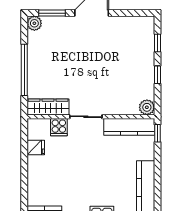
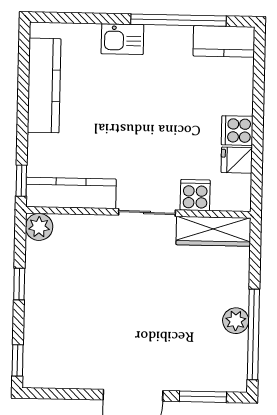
plant: (34, 23) -> (236, 321), moved
window: (157, 43) -> (18, 360), moved
window: (24, 70) -> (253, 334), moved
cooker: (36, 164) -> (237, 131), added

